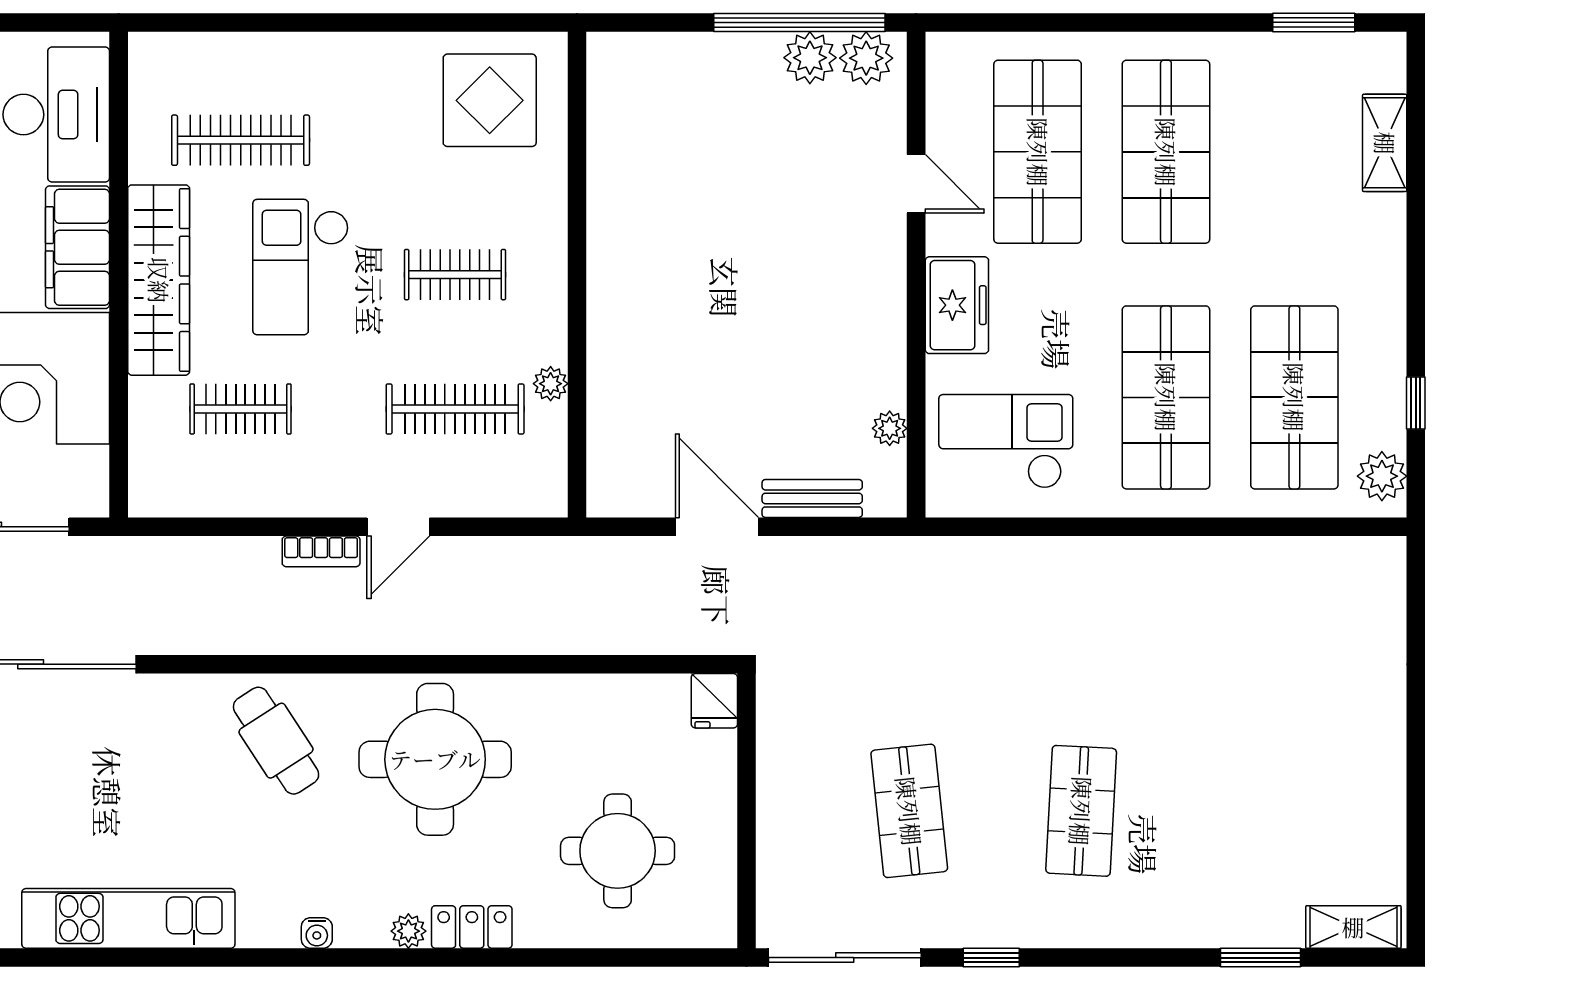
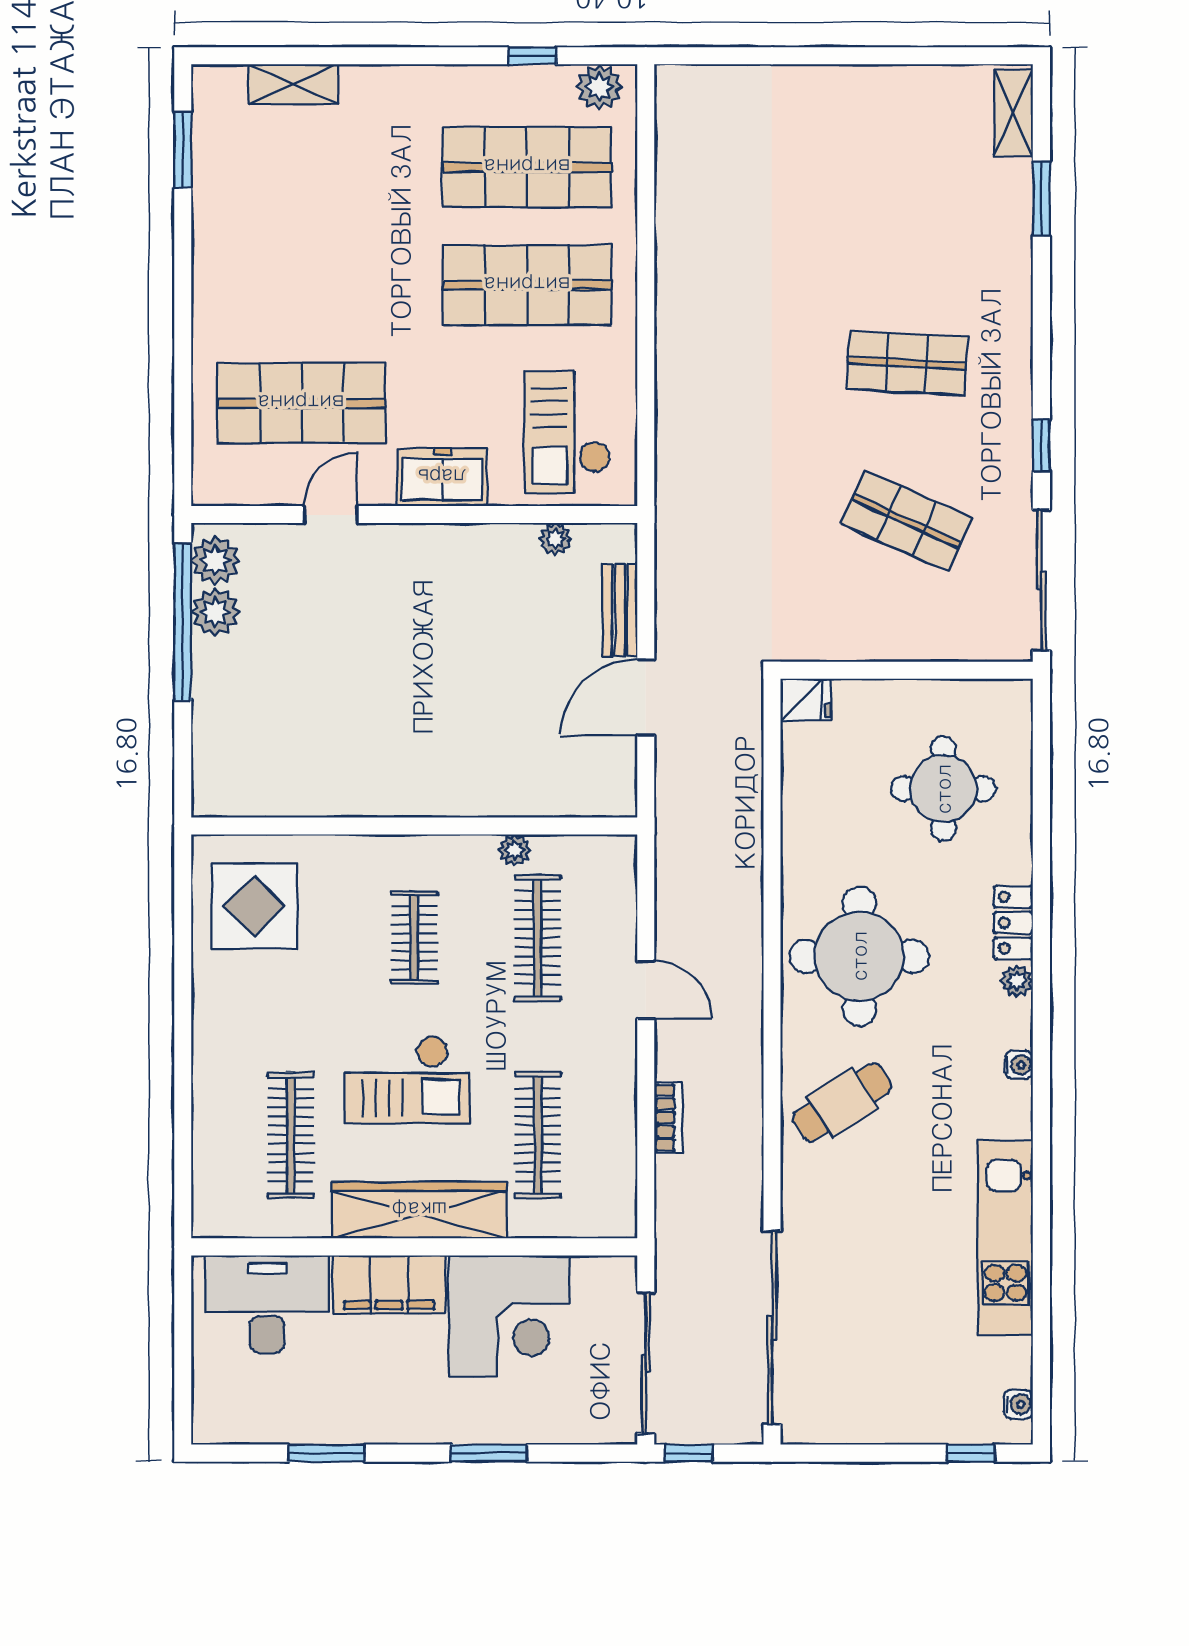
shop shelf: (1166, 152) -> (301, 285), removed
clothes rail: (241, 409) -> (538, 1135), width x1.36
bookcase: (321, 551) -> (668, 1118), moved
shop shelf: (909, 811) -> (907, 521), turned 30

